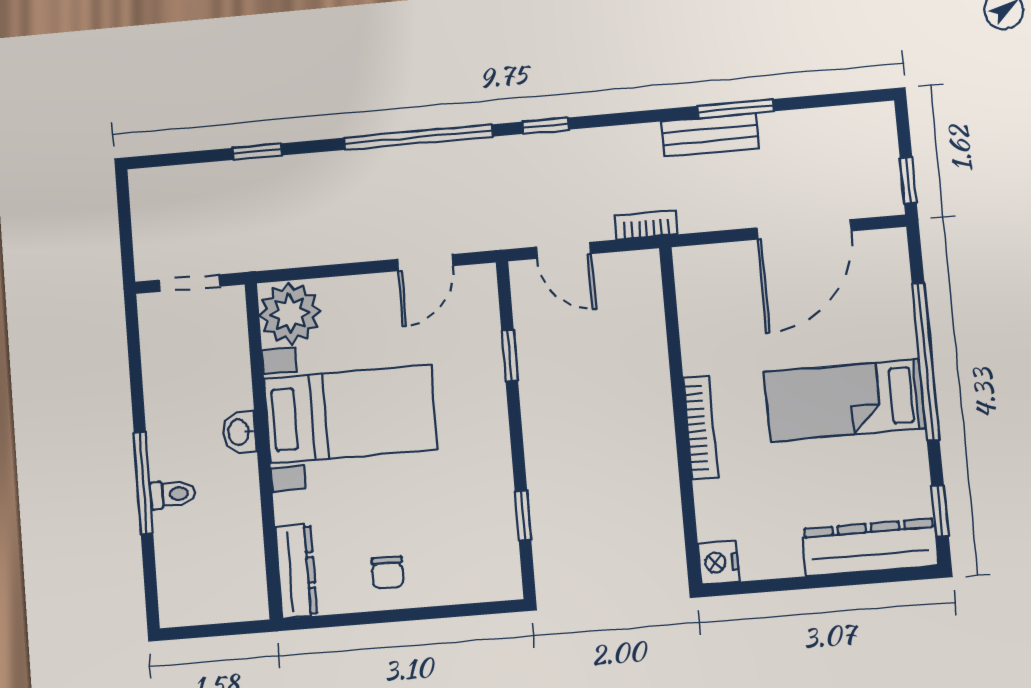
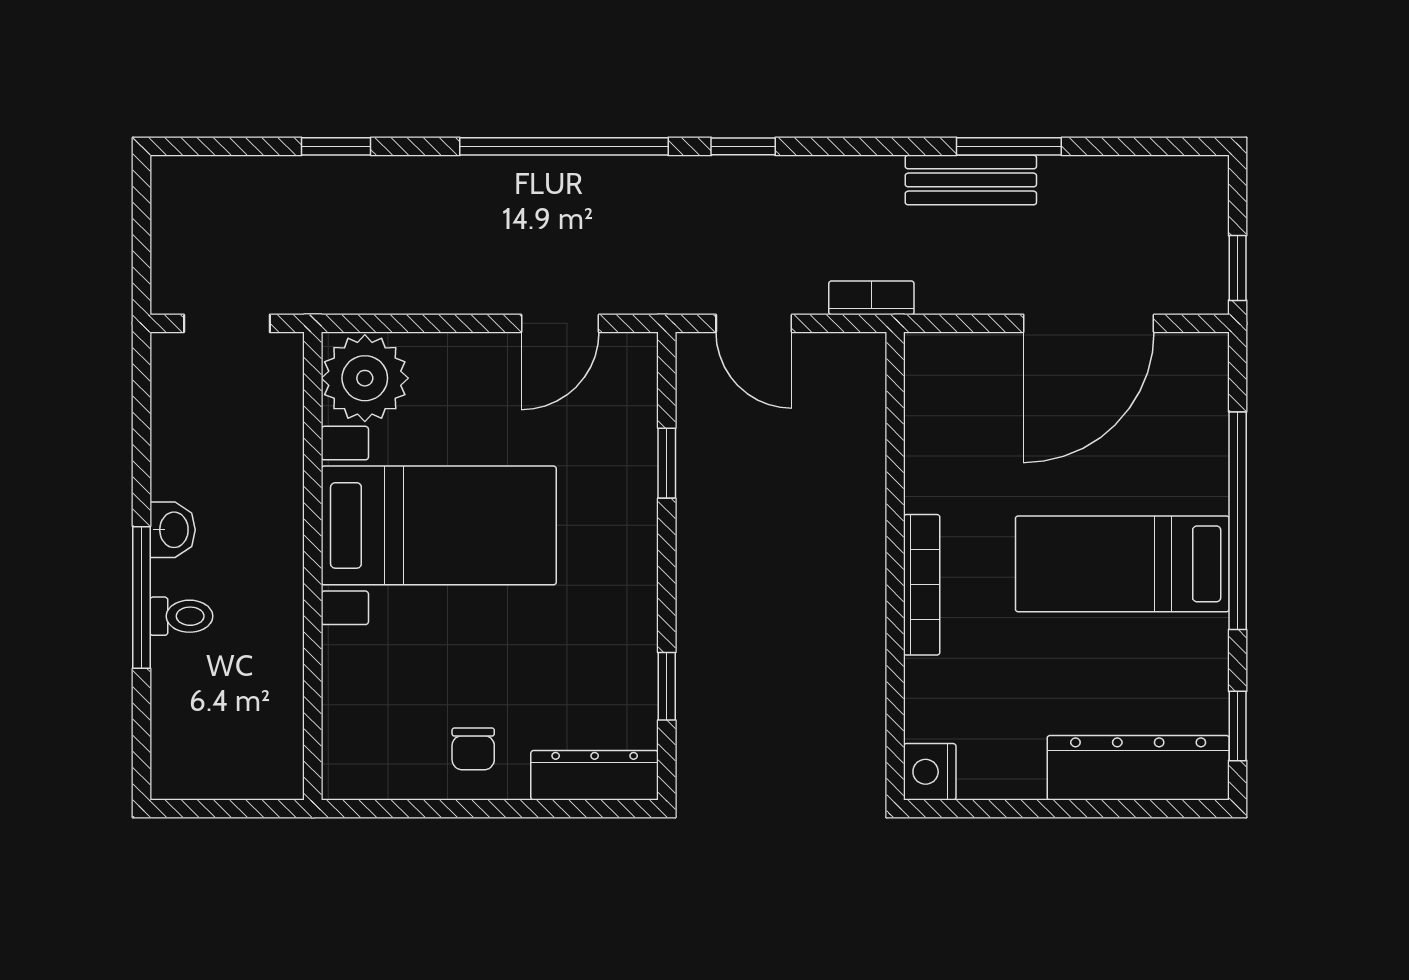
washbasin: (240, 432) -> (173, 530), moved, turned 180
dresser: (296, 571) -> (595, 775), moved, turned -90

